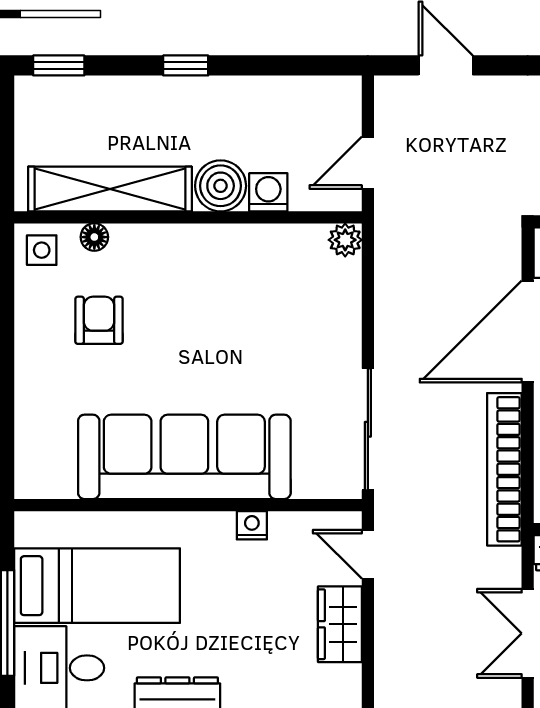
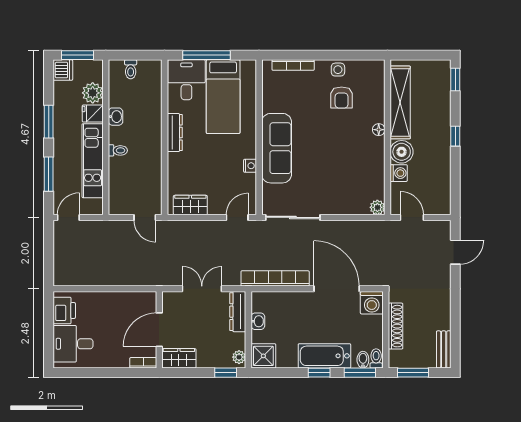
floor lamp: (94, 237) -> (379, 130), moved
side table: (42, 250) -> (338, 70), moved
armchair: (99, 320) -> (342, 98), turned 90
bookcase: (26, 429) -> (293, 65), added
sofa: (184, 457) -> (277, 148), width x0.74, depth x0.79
wardrobe: (340, 624) -> (190, 205), moved

